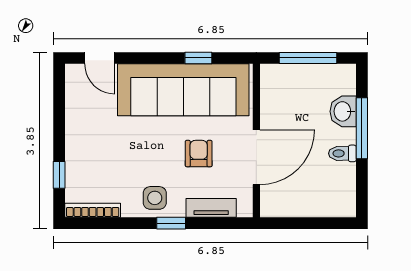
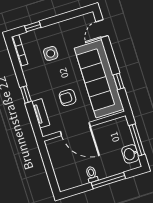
washbasin: (343, 111) -> (130, 154), moved, turned -90
armchair: (199, 154) -> (68, 98), turned 180
side table: (155, 198) -> (51, 53), moved

